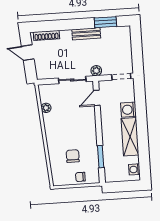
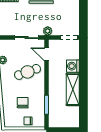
door: (97, 98) -> (47, 54), hinge flipped
cafe table: (76, 120) -> (28, 72), added
washing machine: (134, 169) -> (75, 118), removed

